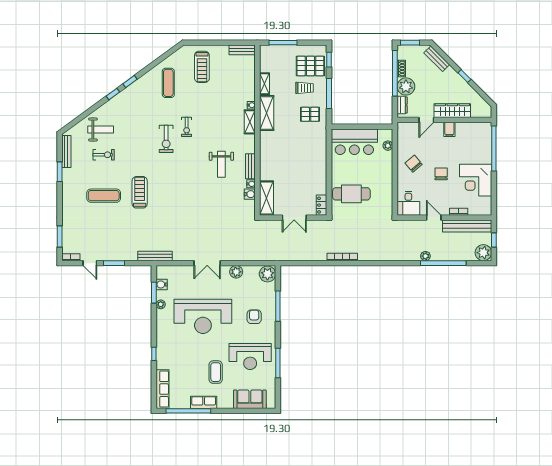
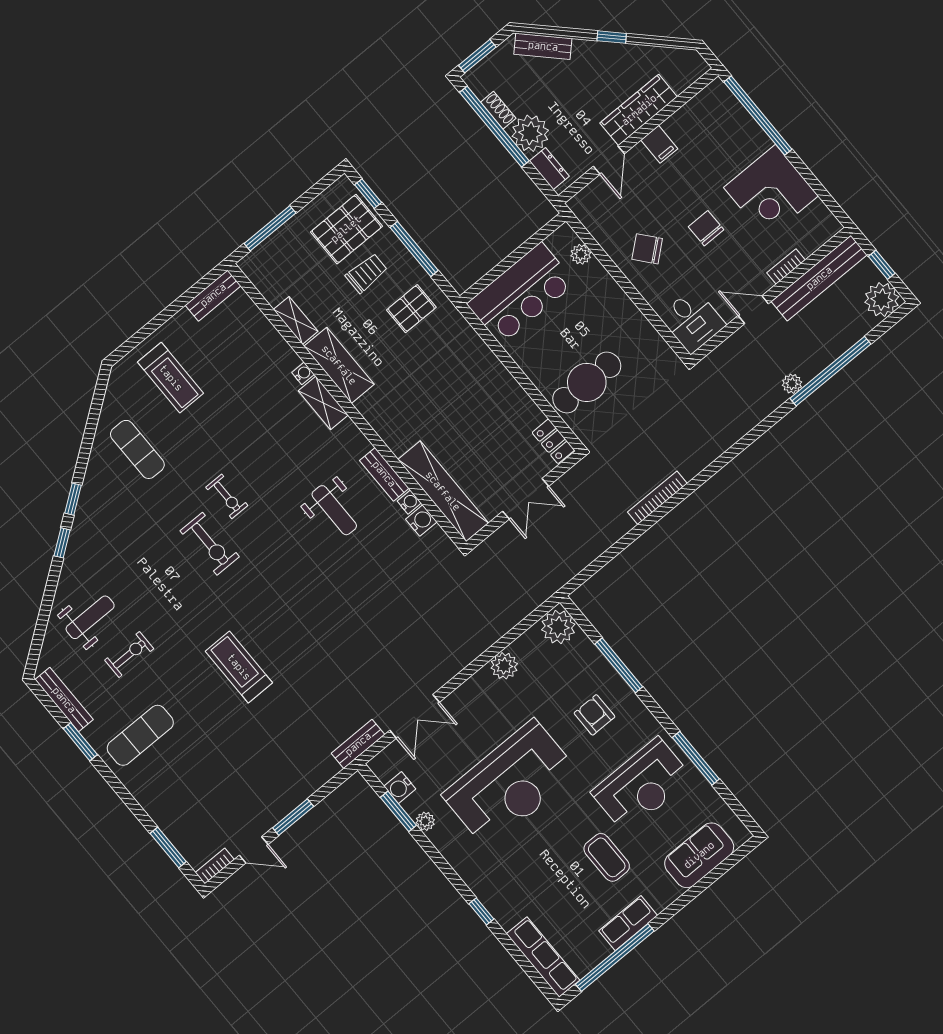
exercise mat: (104, 196) -> (140, 735), moved
shelving: (267, 198) -> (443, 491), width x1.47
bench: (155, 256) -> (358, 744), width x0.73
double door: (207, 263) -> (415, 716), moved

